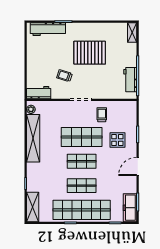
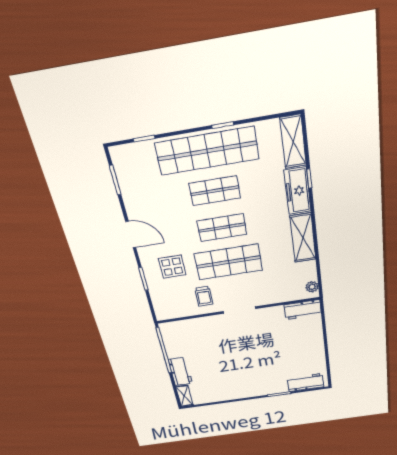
workbench: (48, 29) -> (306, 383), width x0.73
pallet: (90, 53) -> (237, 367), removed
trolley: (64, 76) -> (268, 336), removed
workbench: (130, 80) -> (180, 372), moved
shelving: (33, 138) -> (303, 238), width x0.68
door: (138, 166) -> (131, 234), hinge flipped
freezer: (130, 208) -> (298, 191), moved, turned 180

